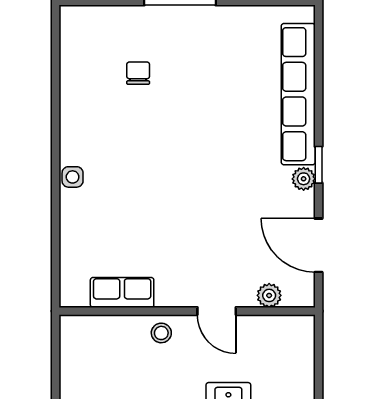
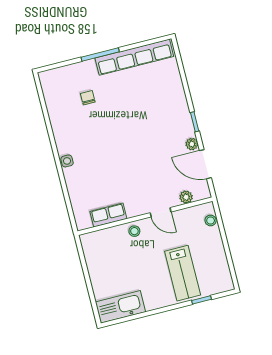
row of seats: (298, 94) -> (134, 57), moved, turned -90
plant: (304, 179) -> (192, 144), moved
stool: (302, 348) -> (211, 220), added

